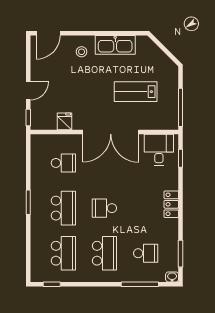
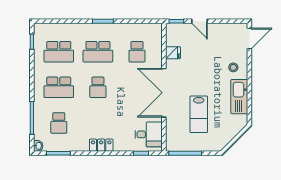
door: (48, 33) -> (249, 38), swing flipped
lab bench: (136, 92) -> (199, 114), turned 180
school desk: (104, 208) -> (98, 87), turned 180

